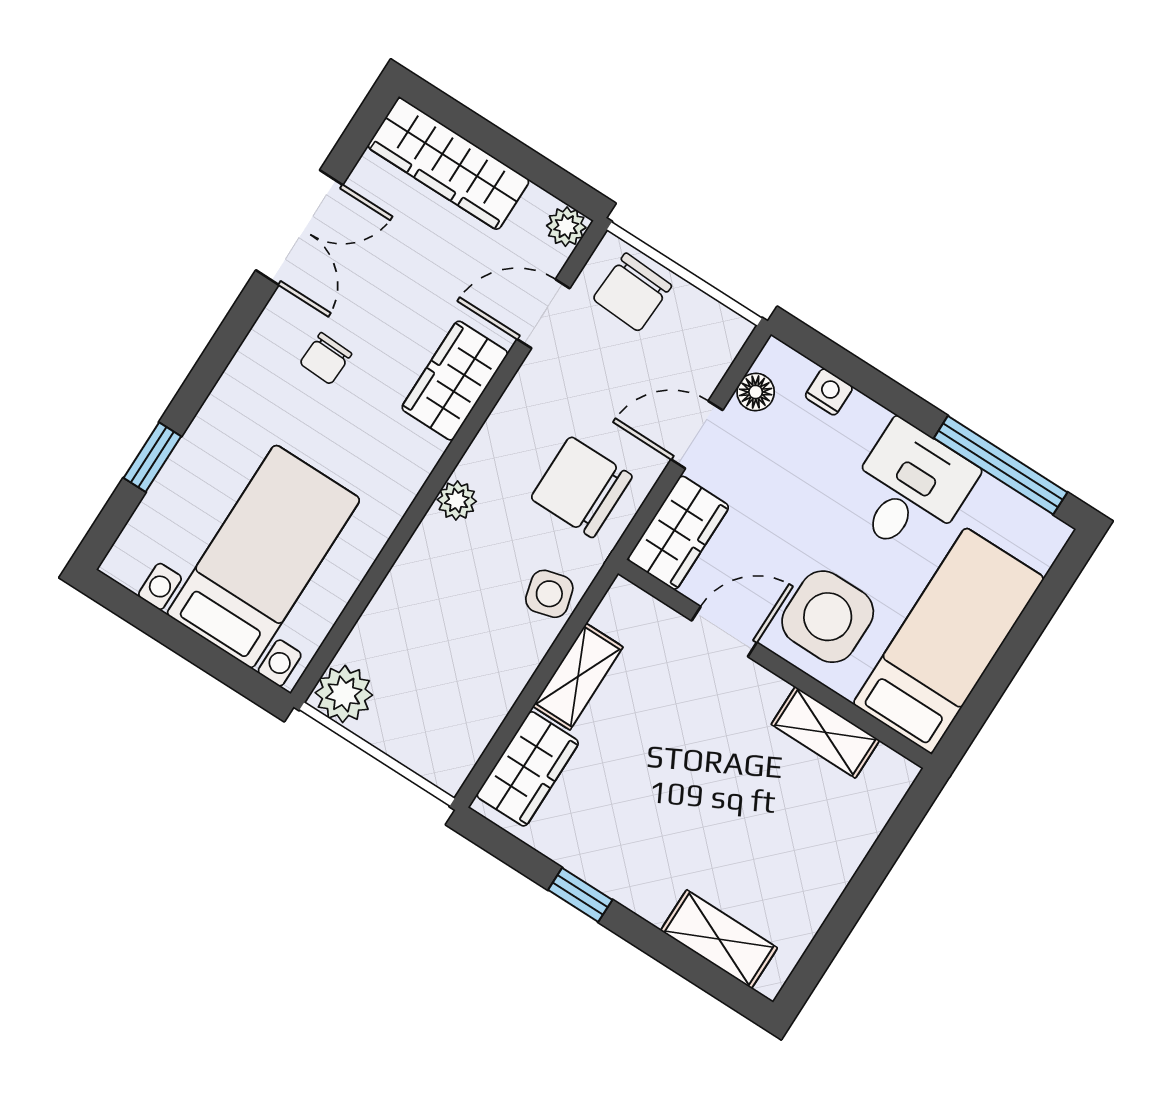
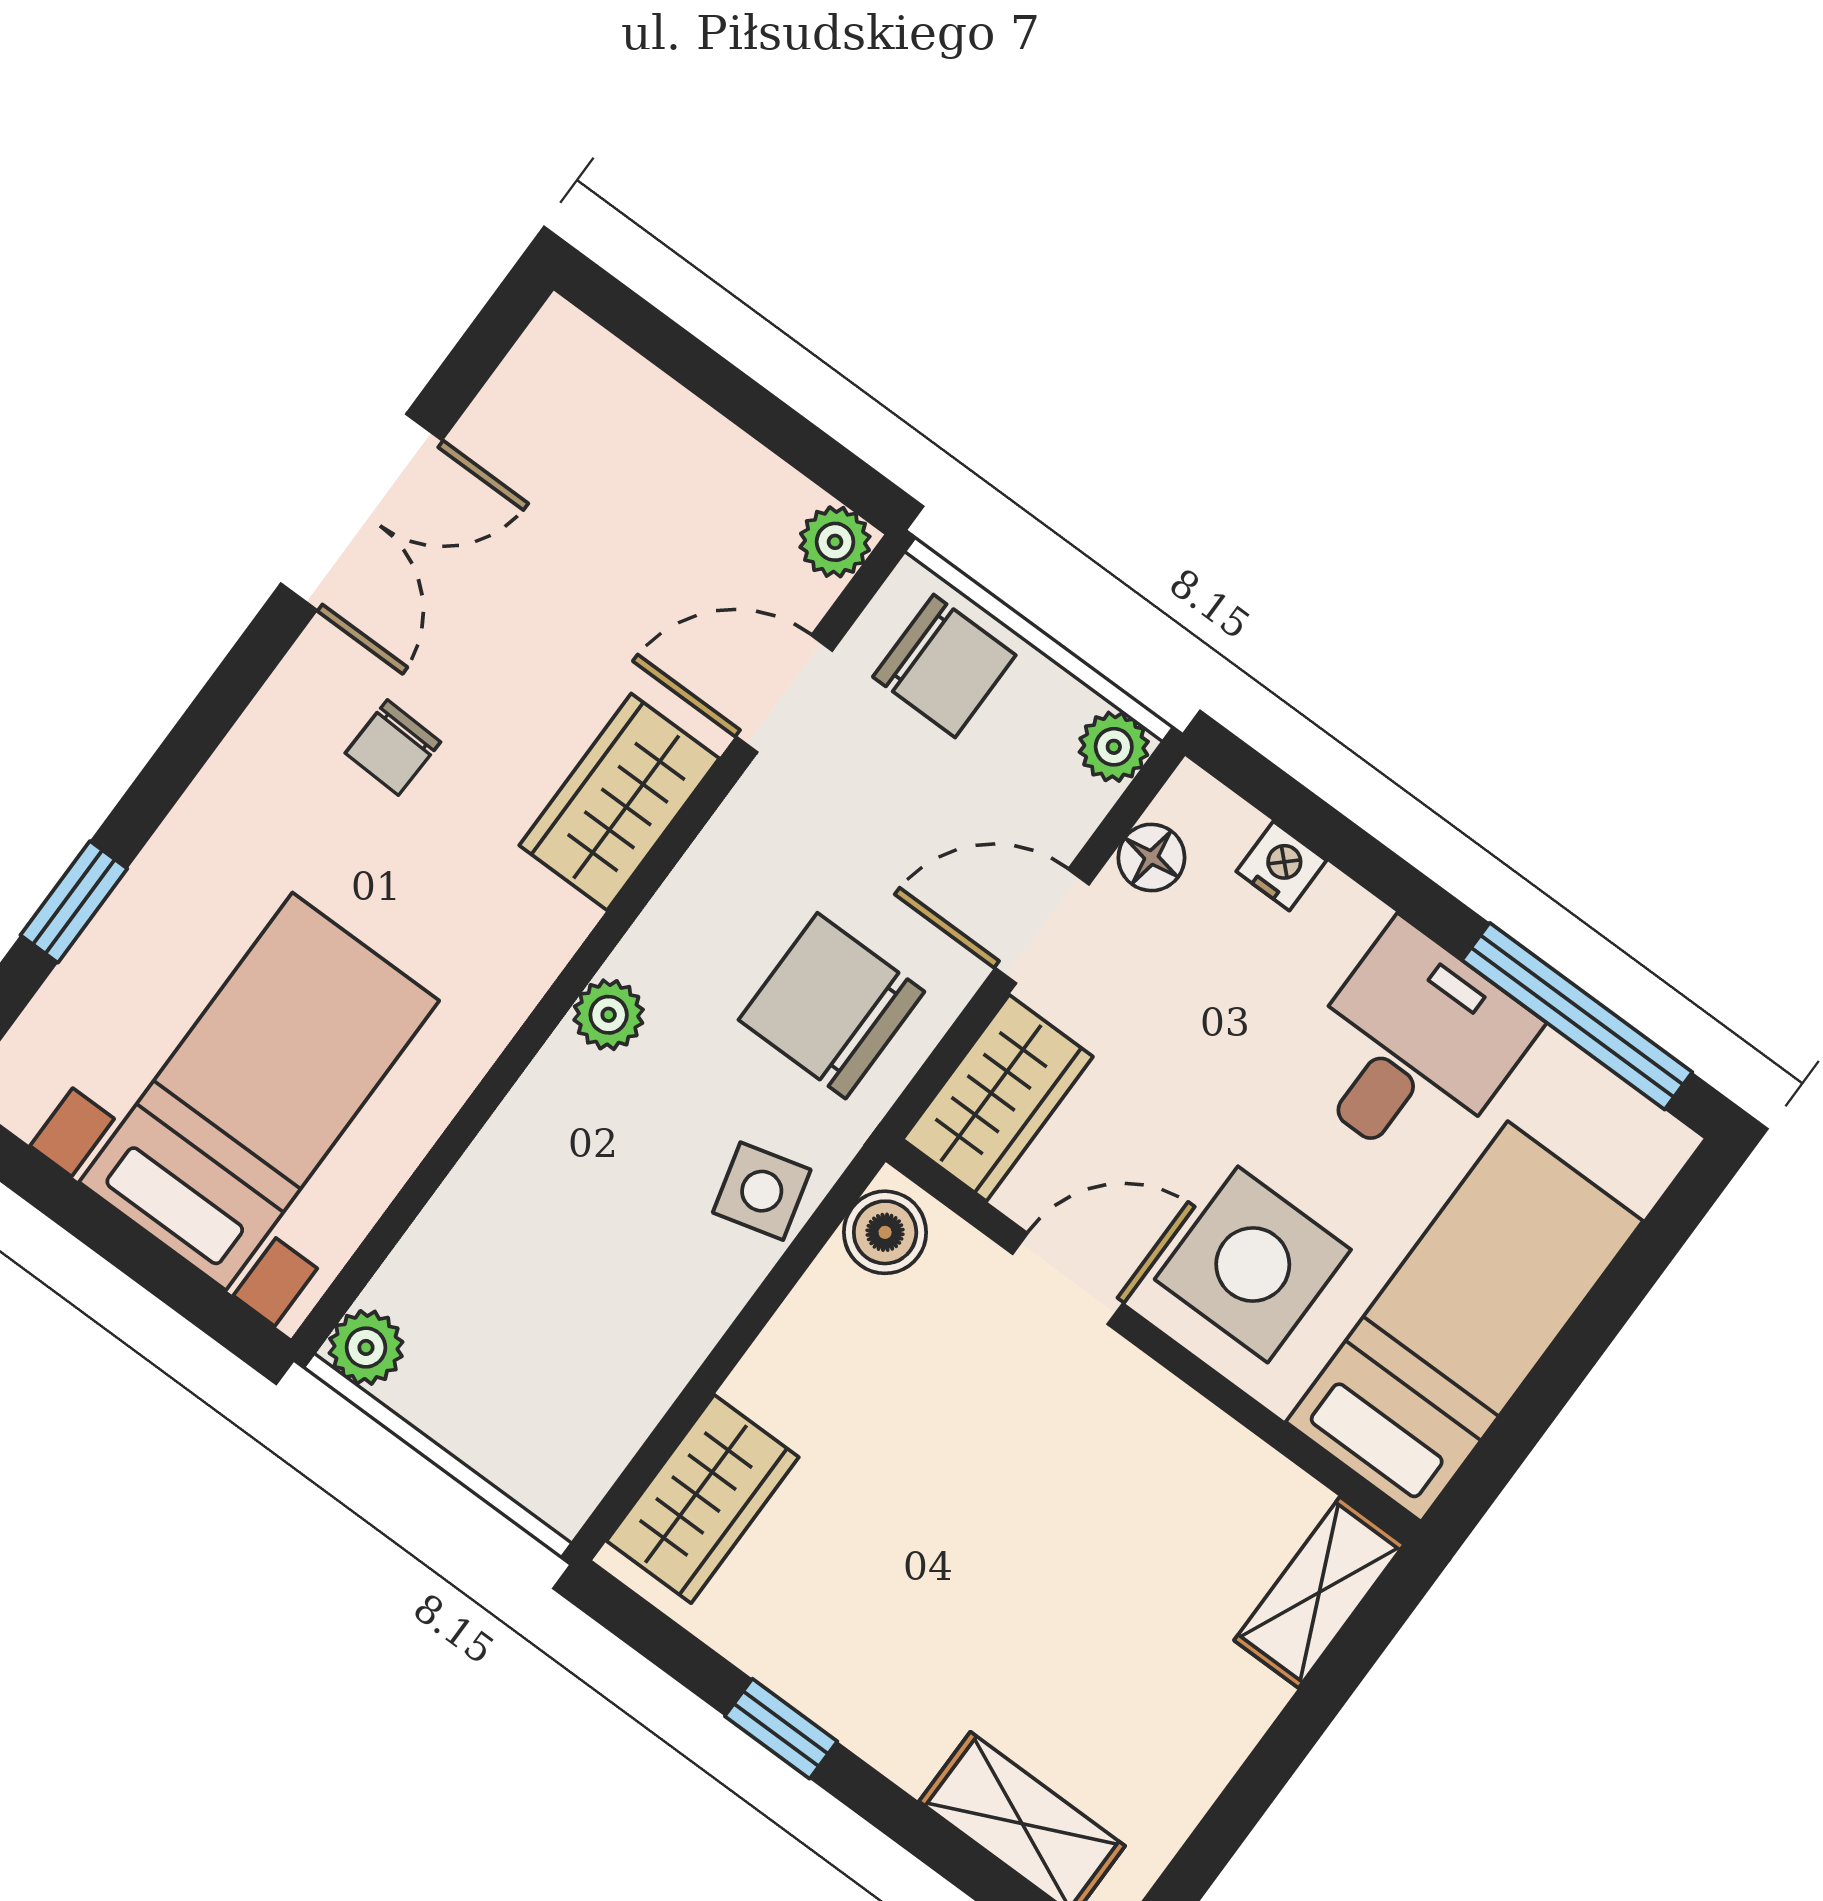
wardrobe: (448, 164) -> (634, 416), removed
chair: (632, 292) -> (944, 666), turned -93
plant: (730, 331) -> (1114, 747), added
boiler: (620, 612) -> (885, 1232), added
shelving: (578, 677) -> (803, 1341), removed
plant: (344, 694) -> (366, 1347), width x0.73, depth x0.73
shelving: (825, 732) -> (1319, 1592), moved, turned 90

